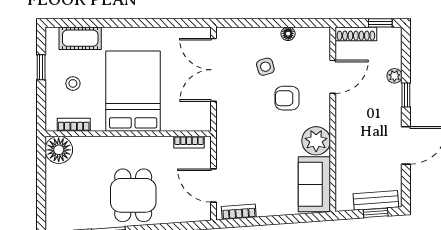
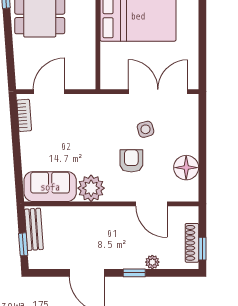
floor lamp: (288, 34) -> (186, 168), width x1.89, depth x1.89
shoe rack: (356, 34) -> (192, 243), moved
side table: (265, 67) -> (146, 129), moved
bookcase: (189, 142) -> (90, 68), removed
bench: (376, 200) -> (34, 229), moved

